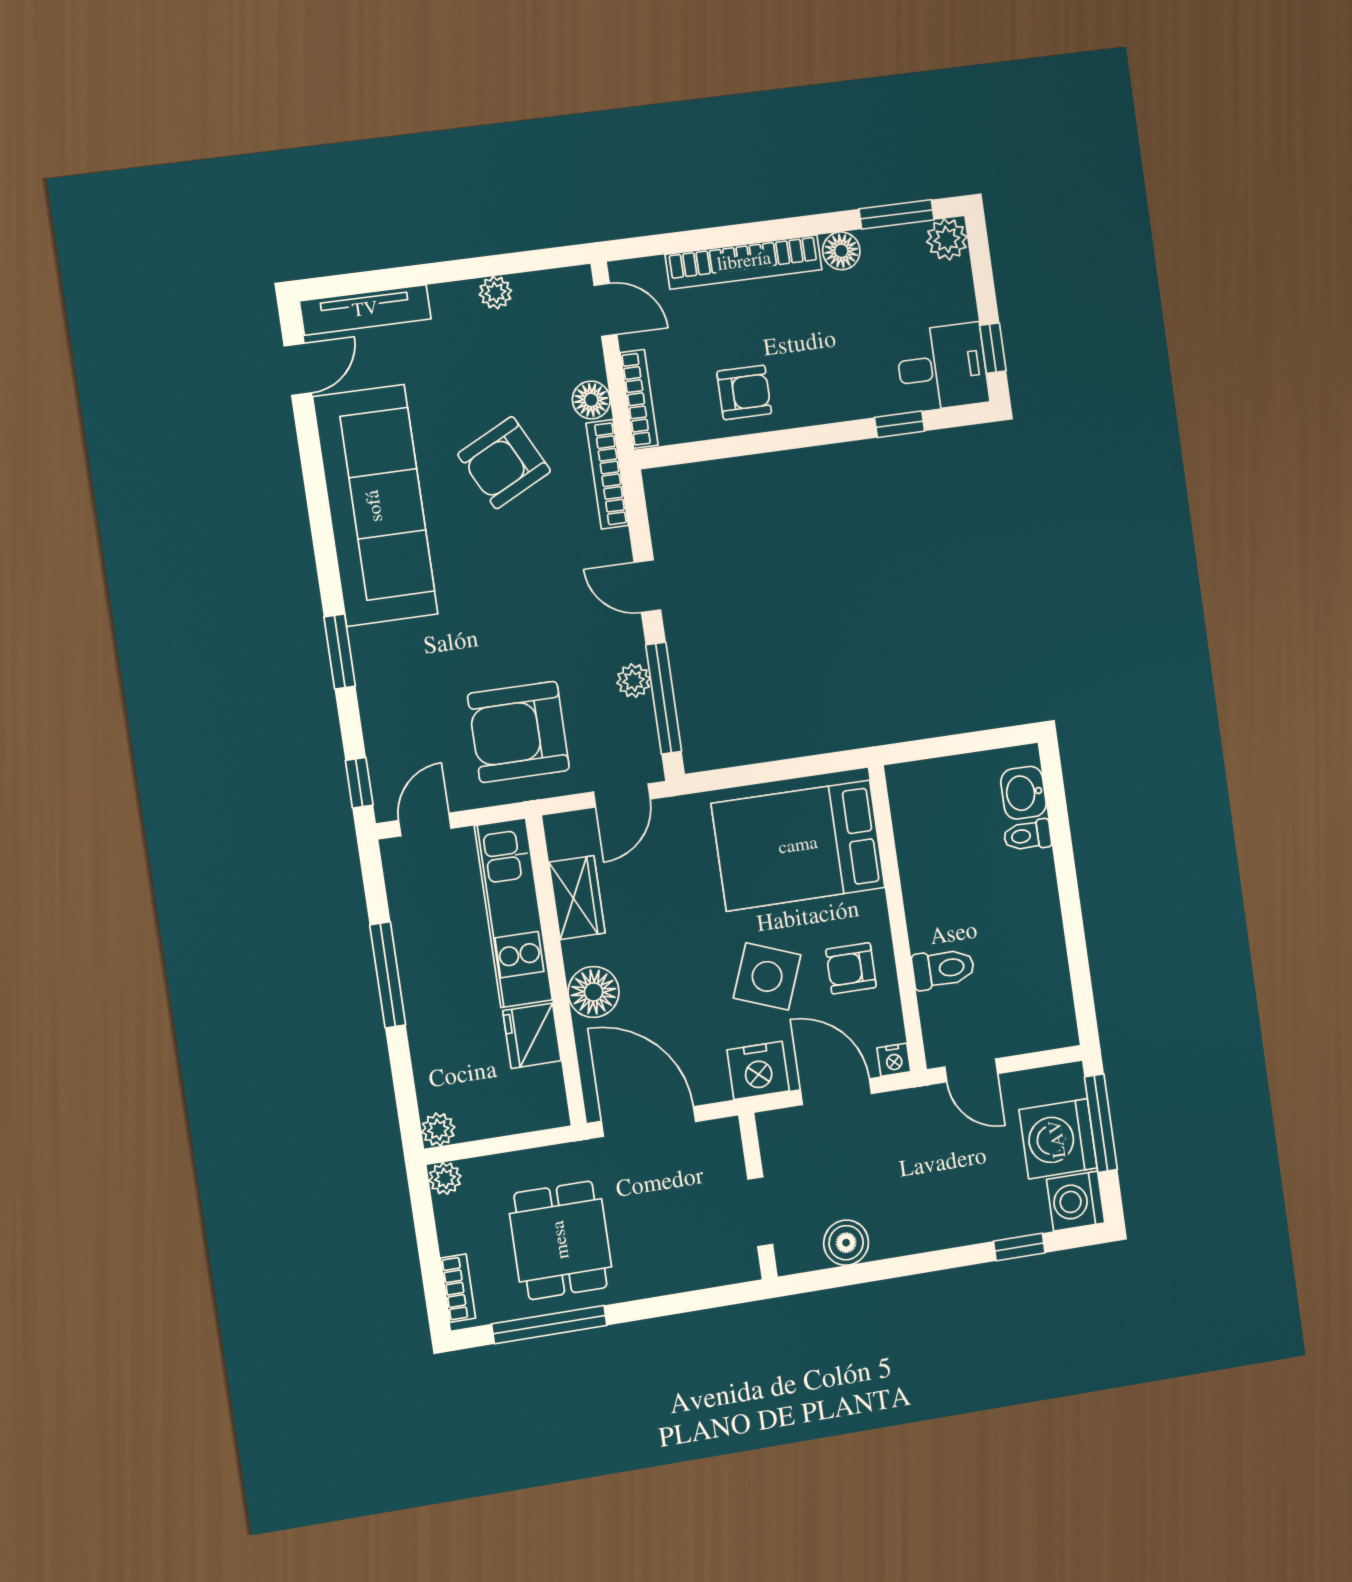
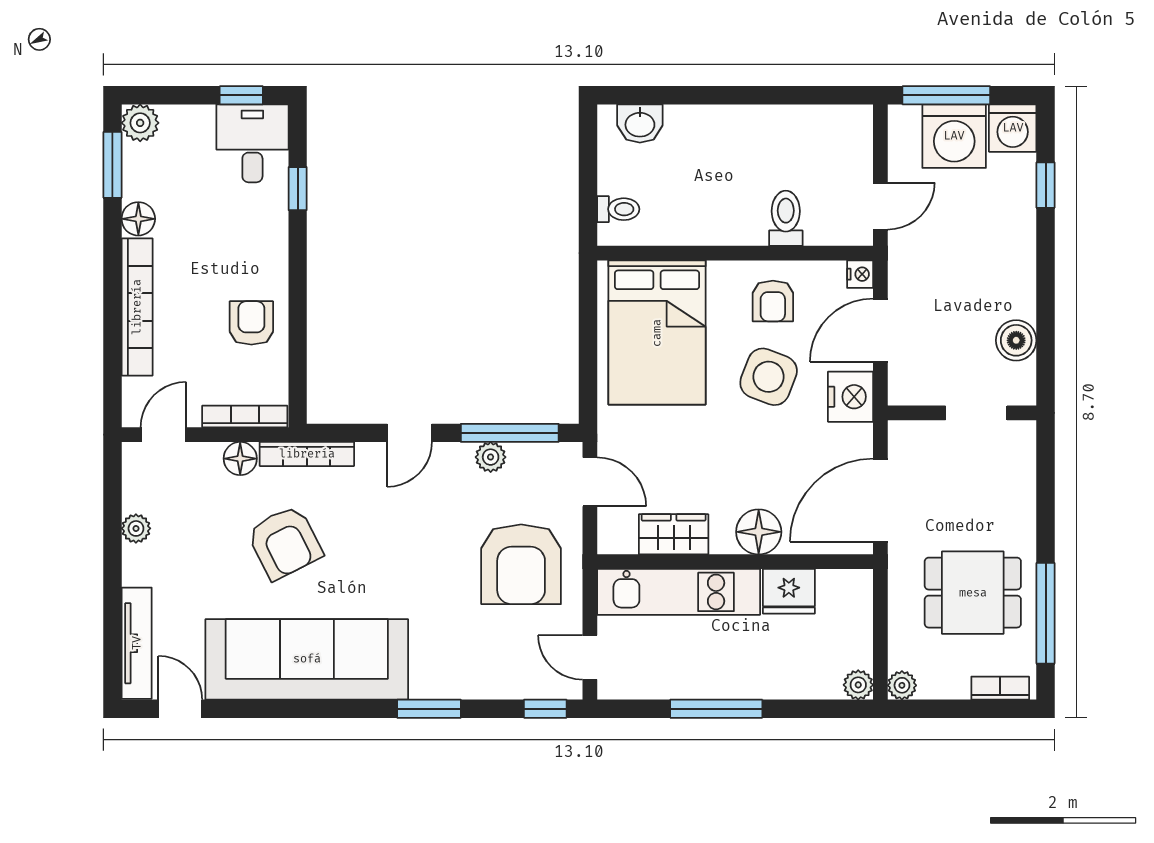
toilet: (1027, 835) -> (618, 209), moved, turned -90

